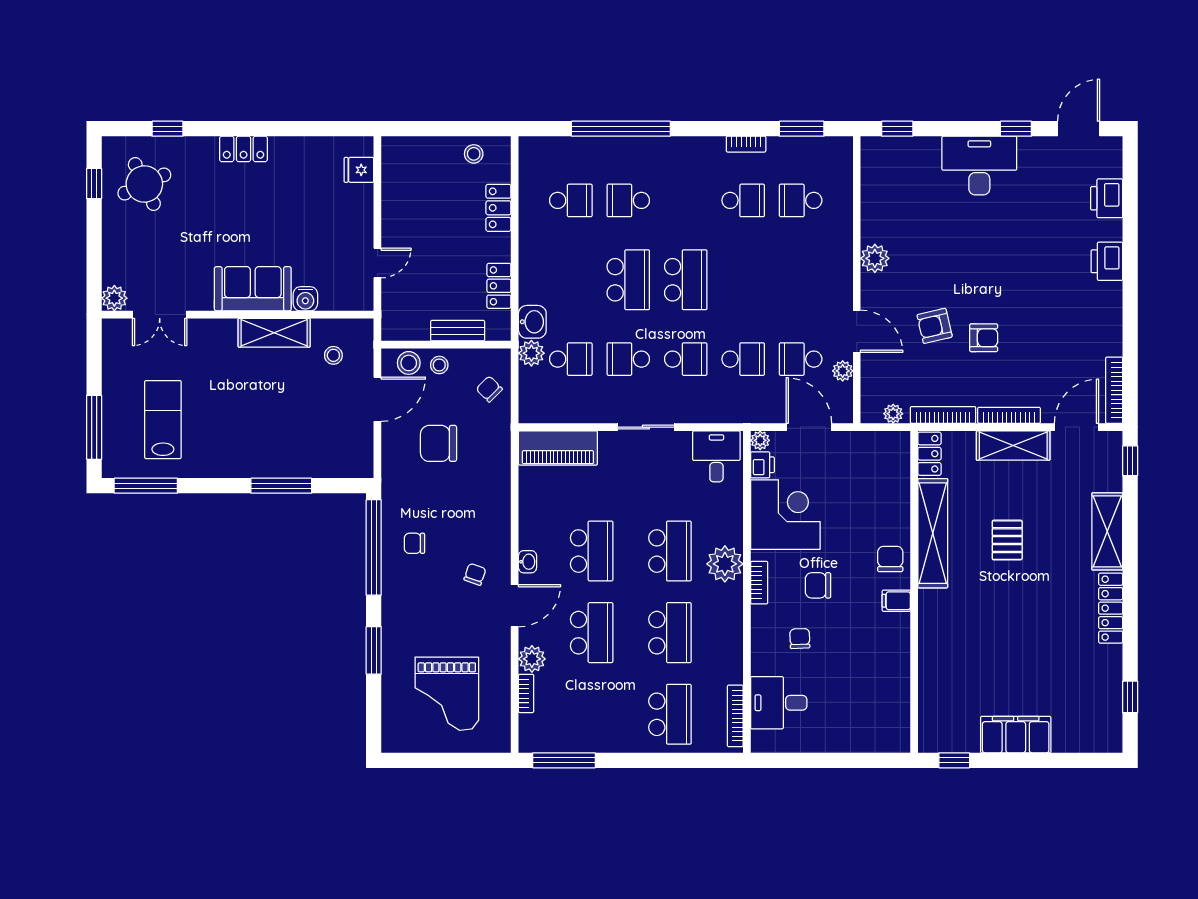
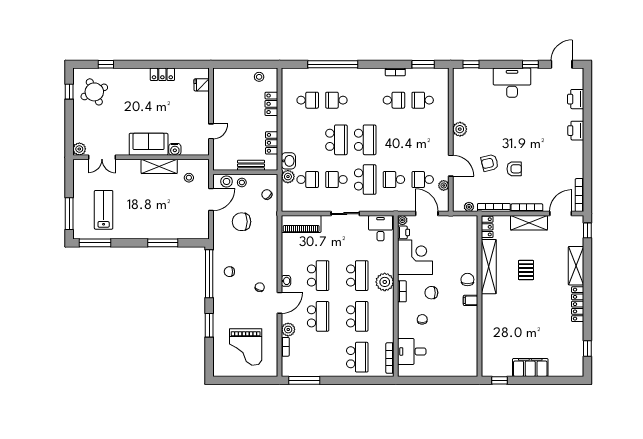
locker: (244, 149) -> (162, 74), moved
school desk: (686, 359) -> (365, 180), width x1.85
school desk: (743, 359) -> (394, 180), turned 180

